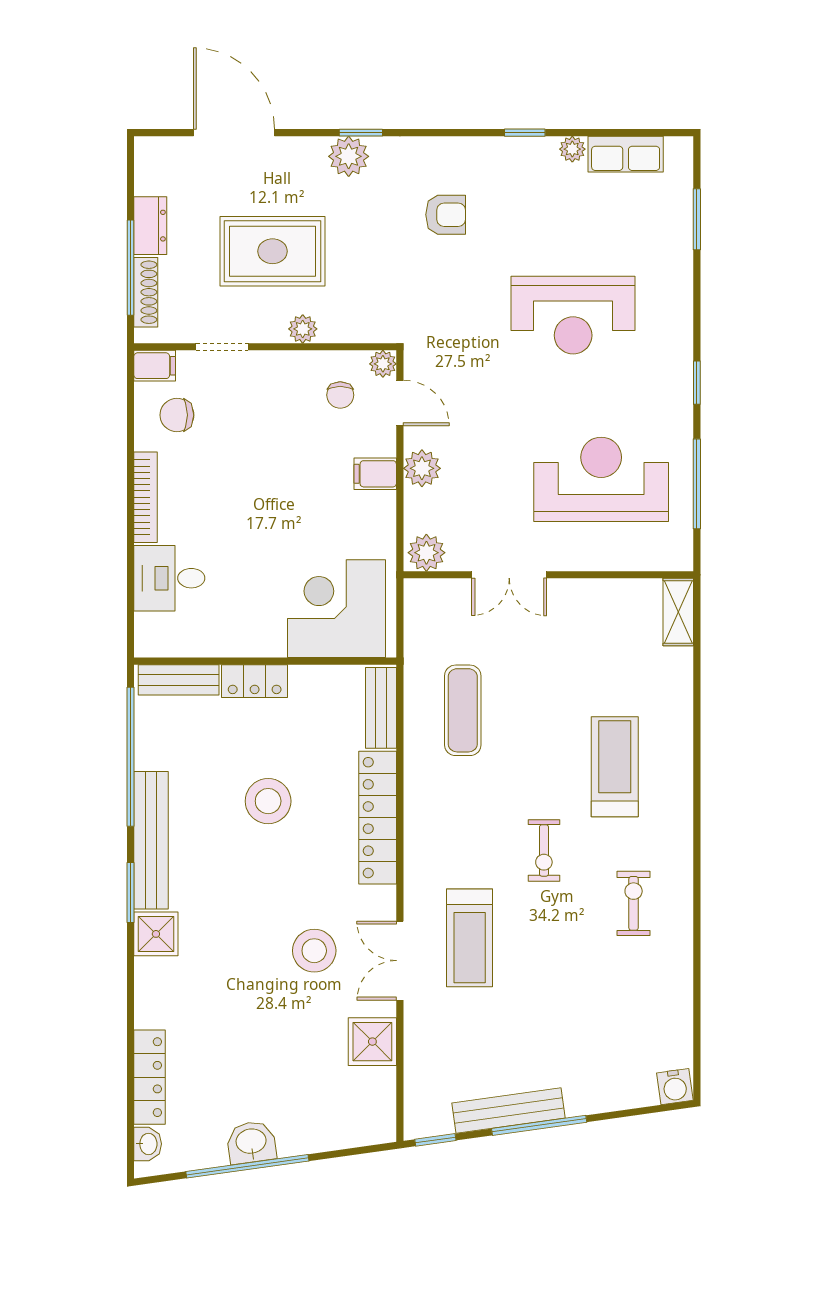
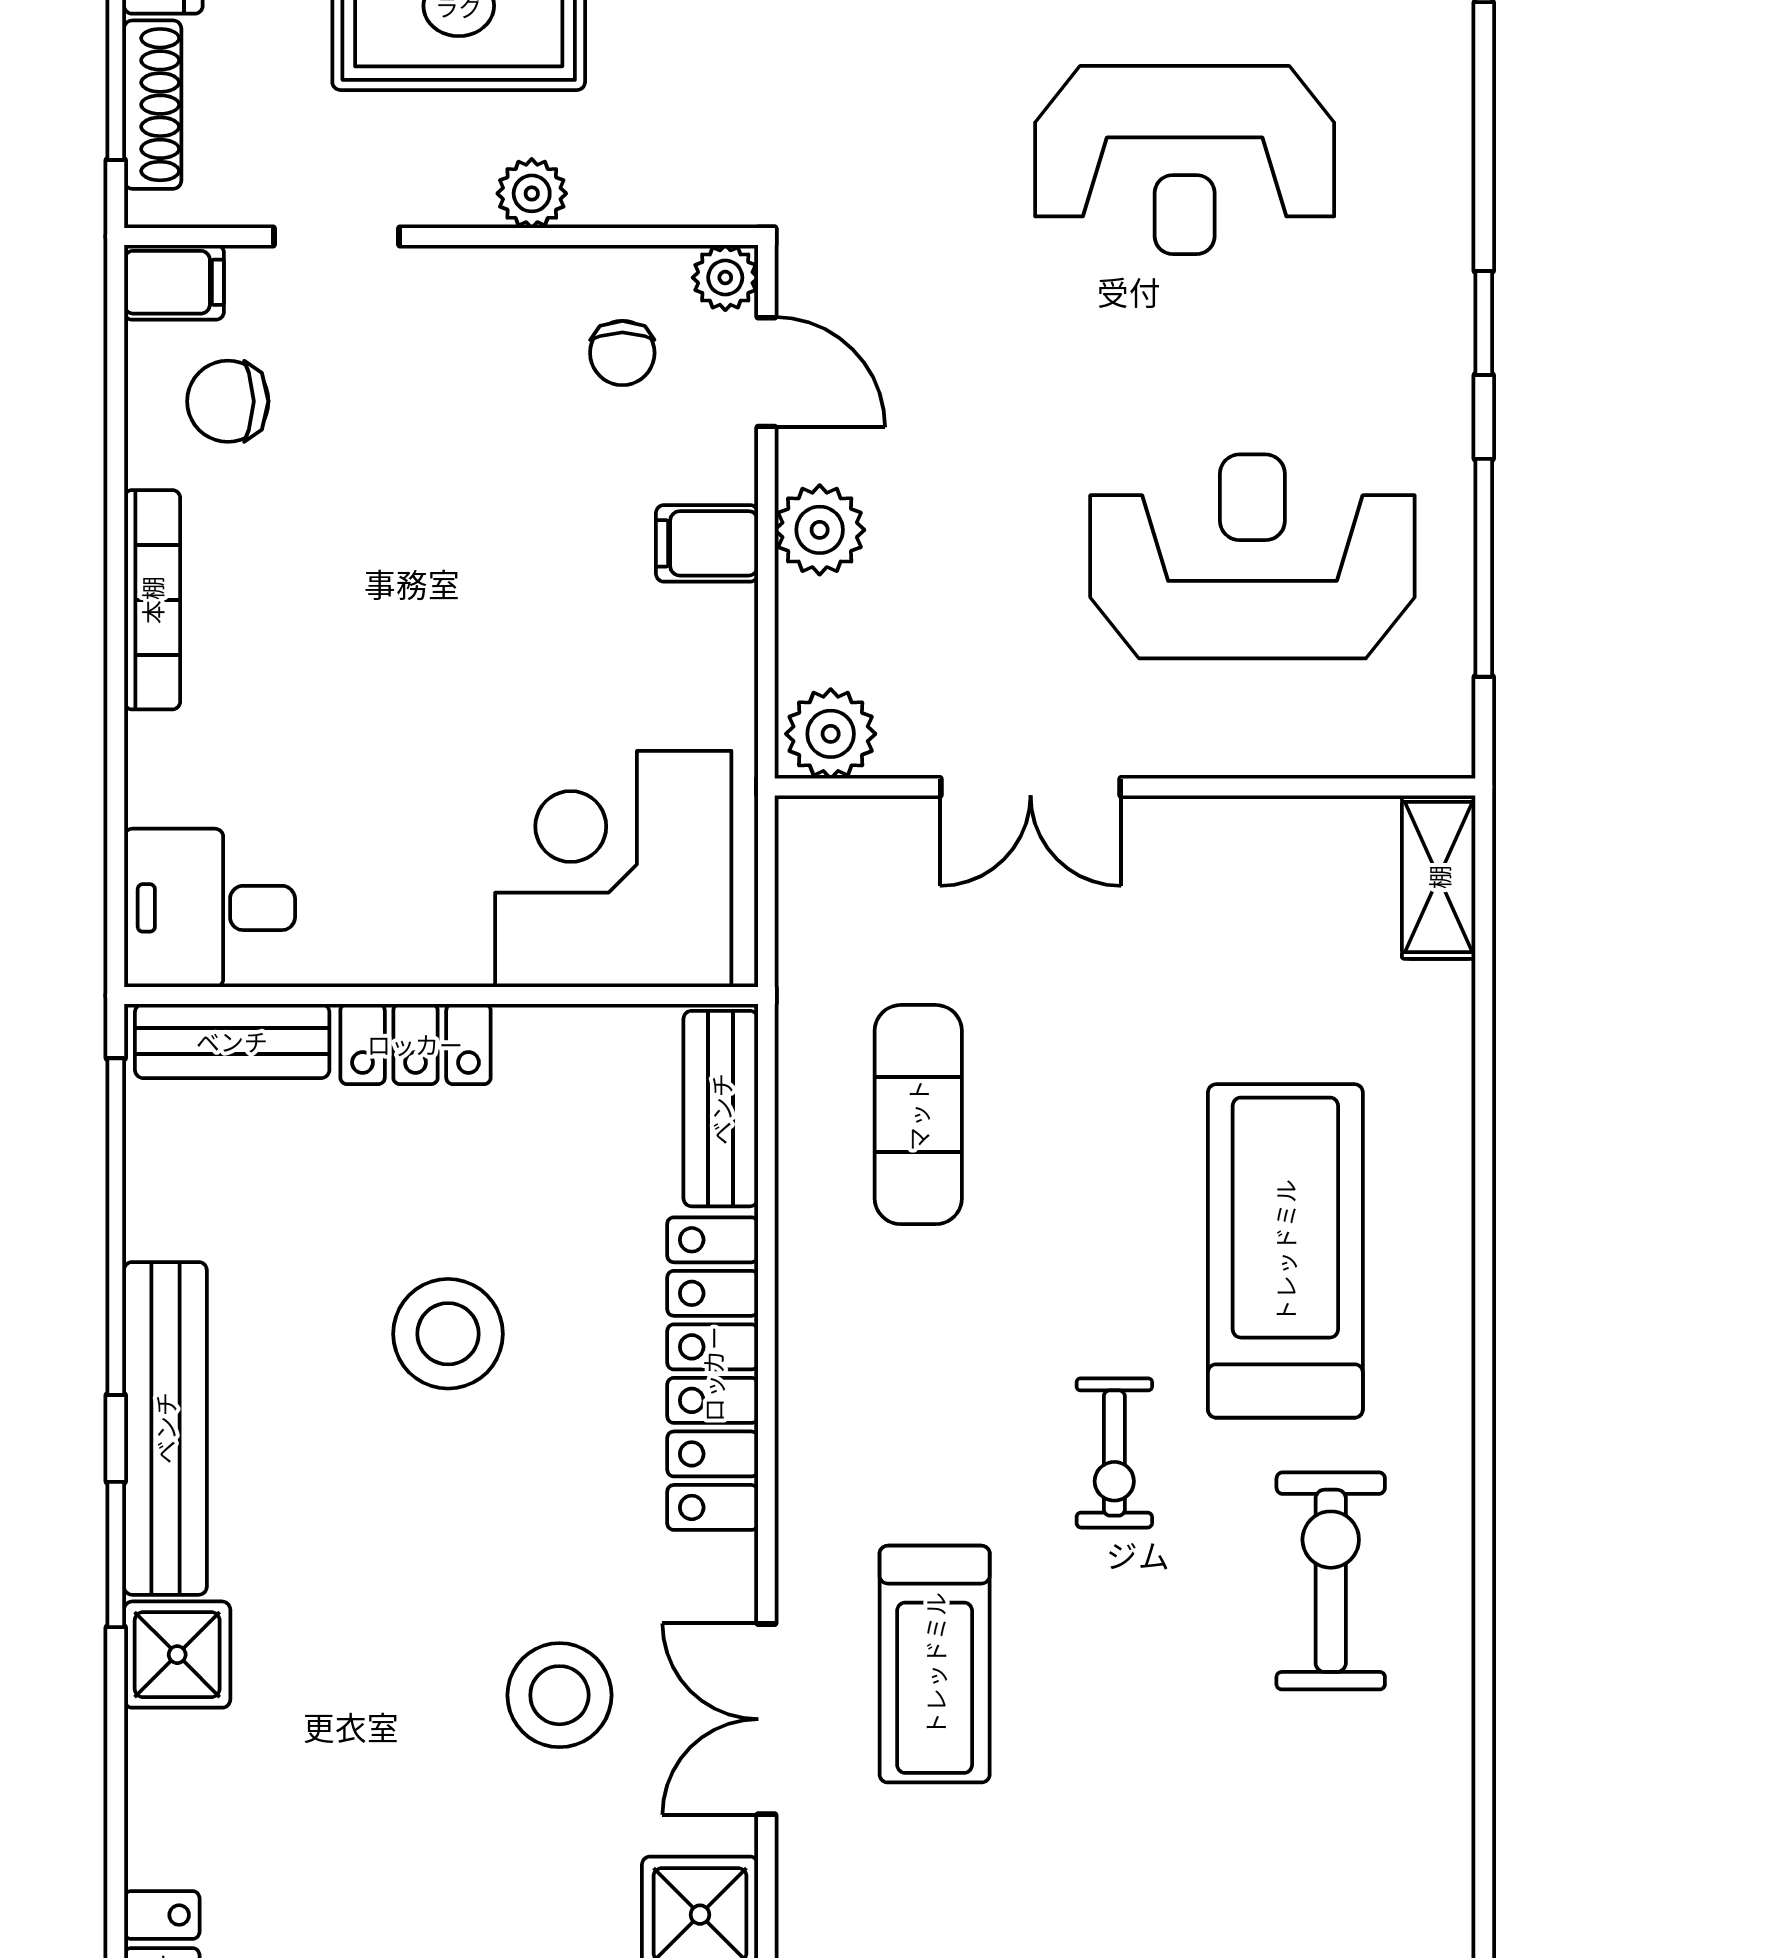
desk: (169, 578) -> (210, 908), moved
treadmill: (615, 767) -> (1285, 1251), width x1.37, depth x1.38
exercise bike: (634, 903) -> (1331, 1581), width x1.38, depth x1.39

